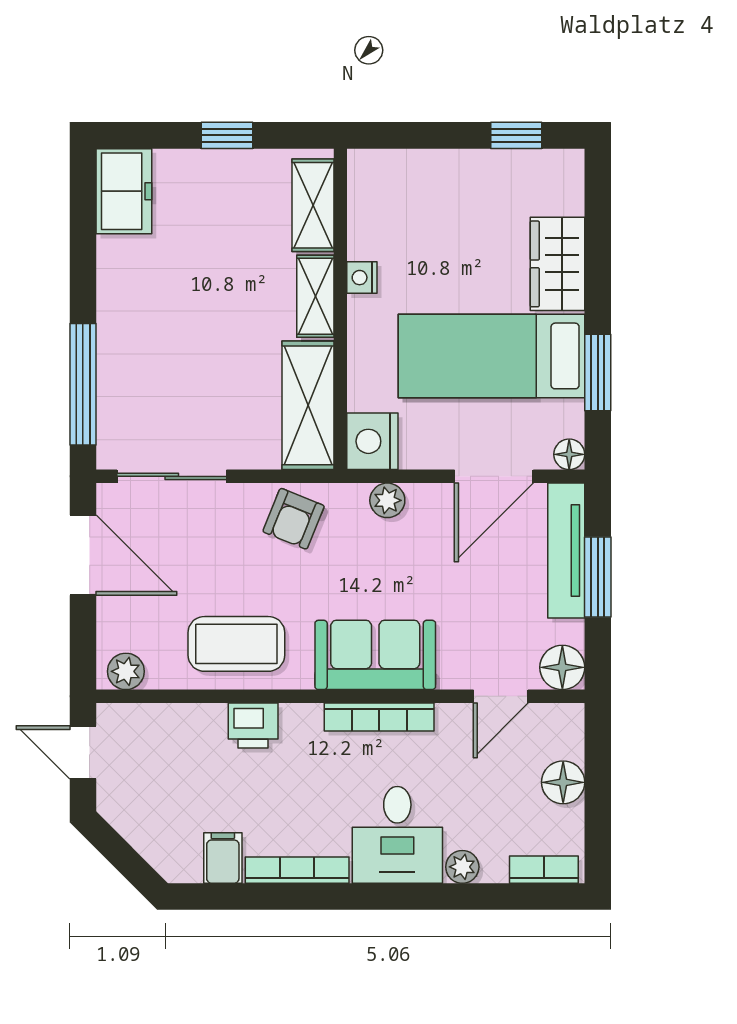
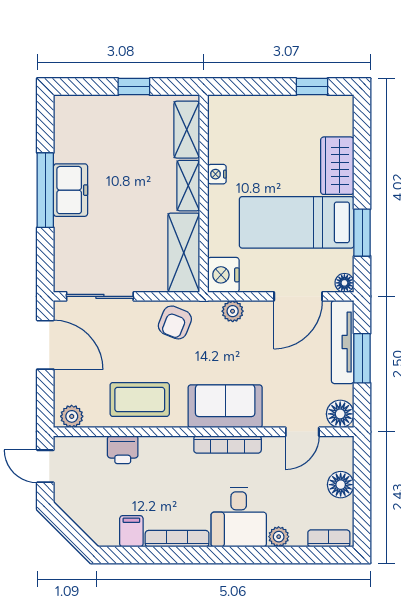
freezer: (124, 191) -> (71, 190), moved
window: (83, 384) -> (45, 190), moved
printer: (253, 725) -> (123, 450), moved

